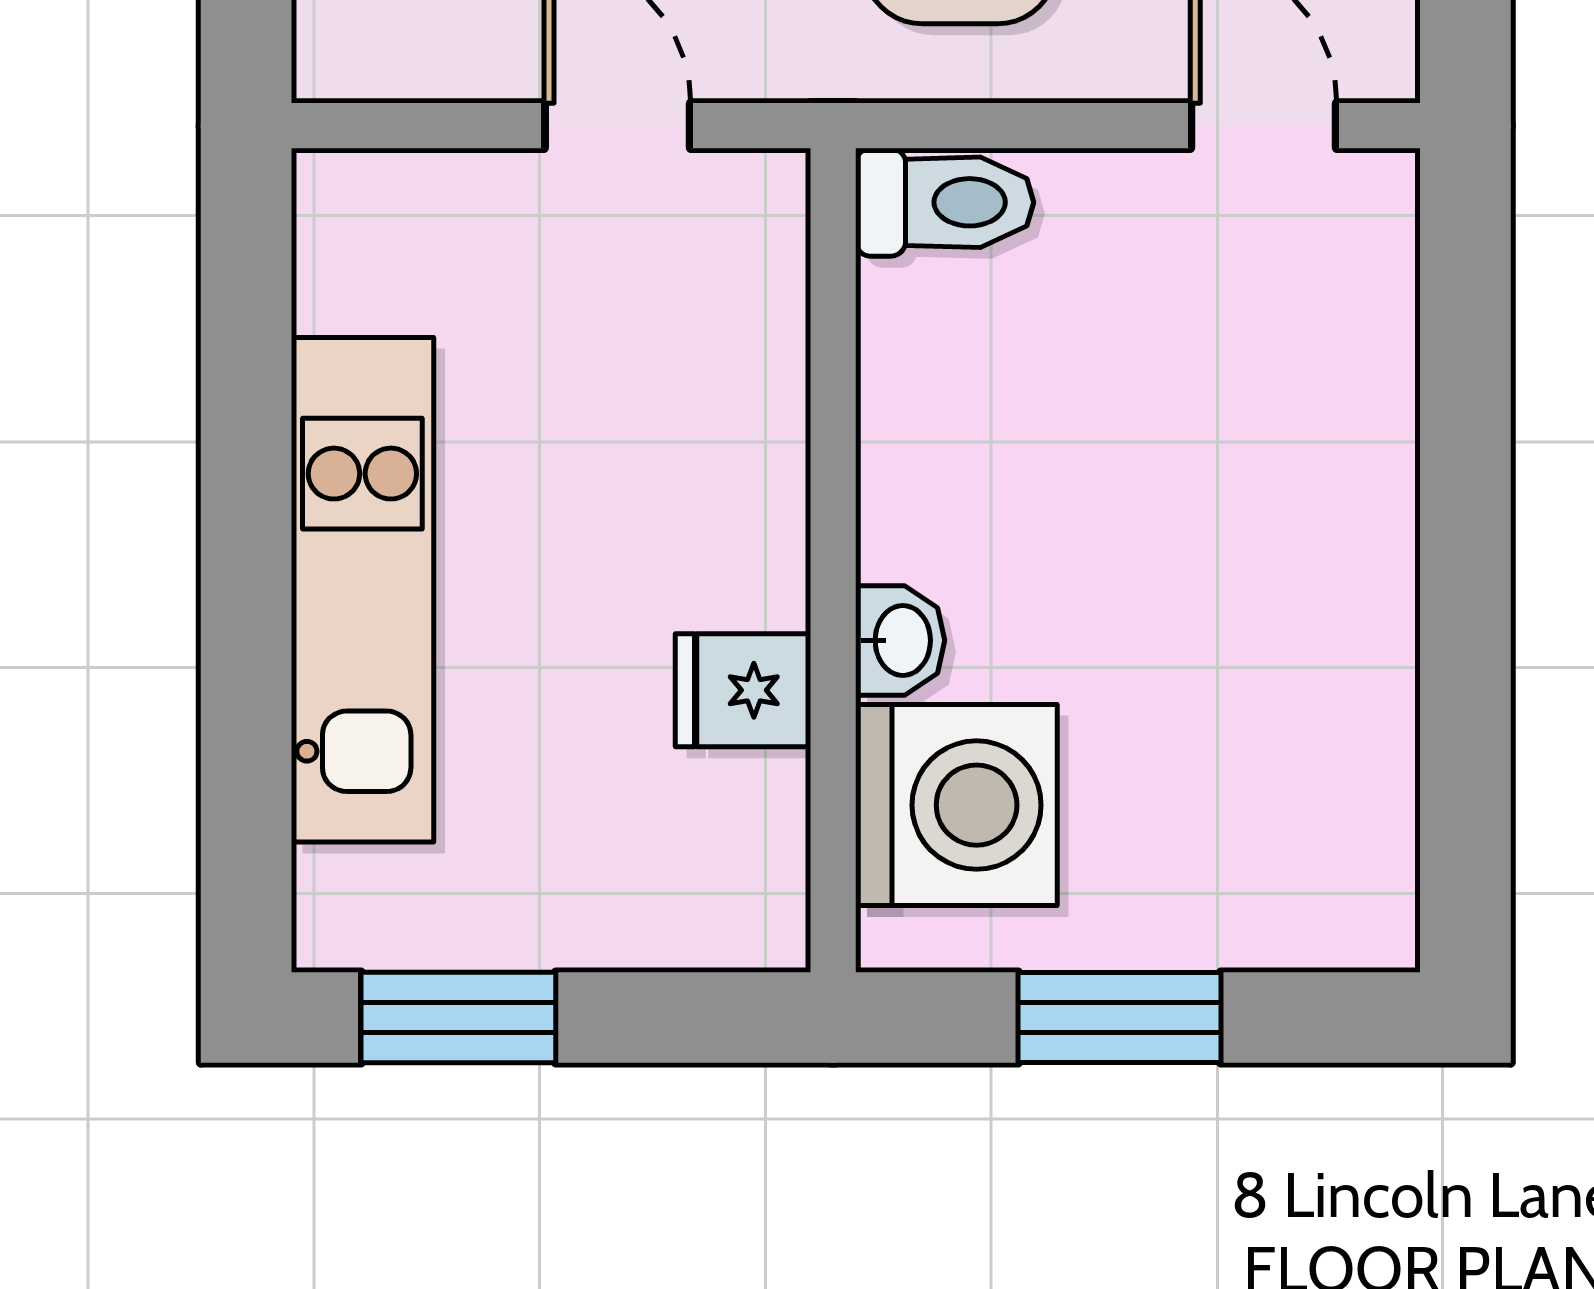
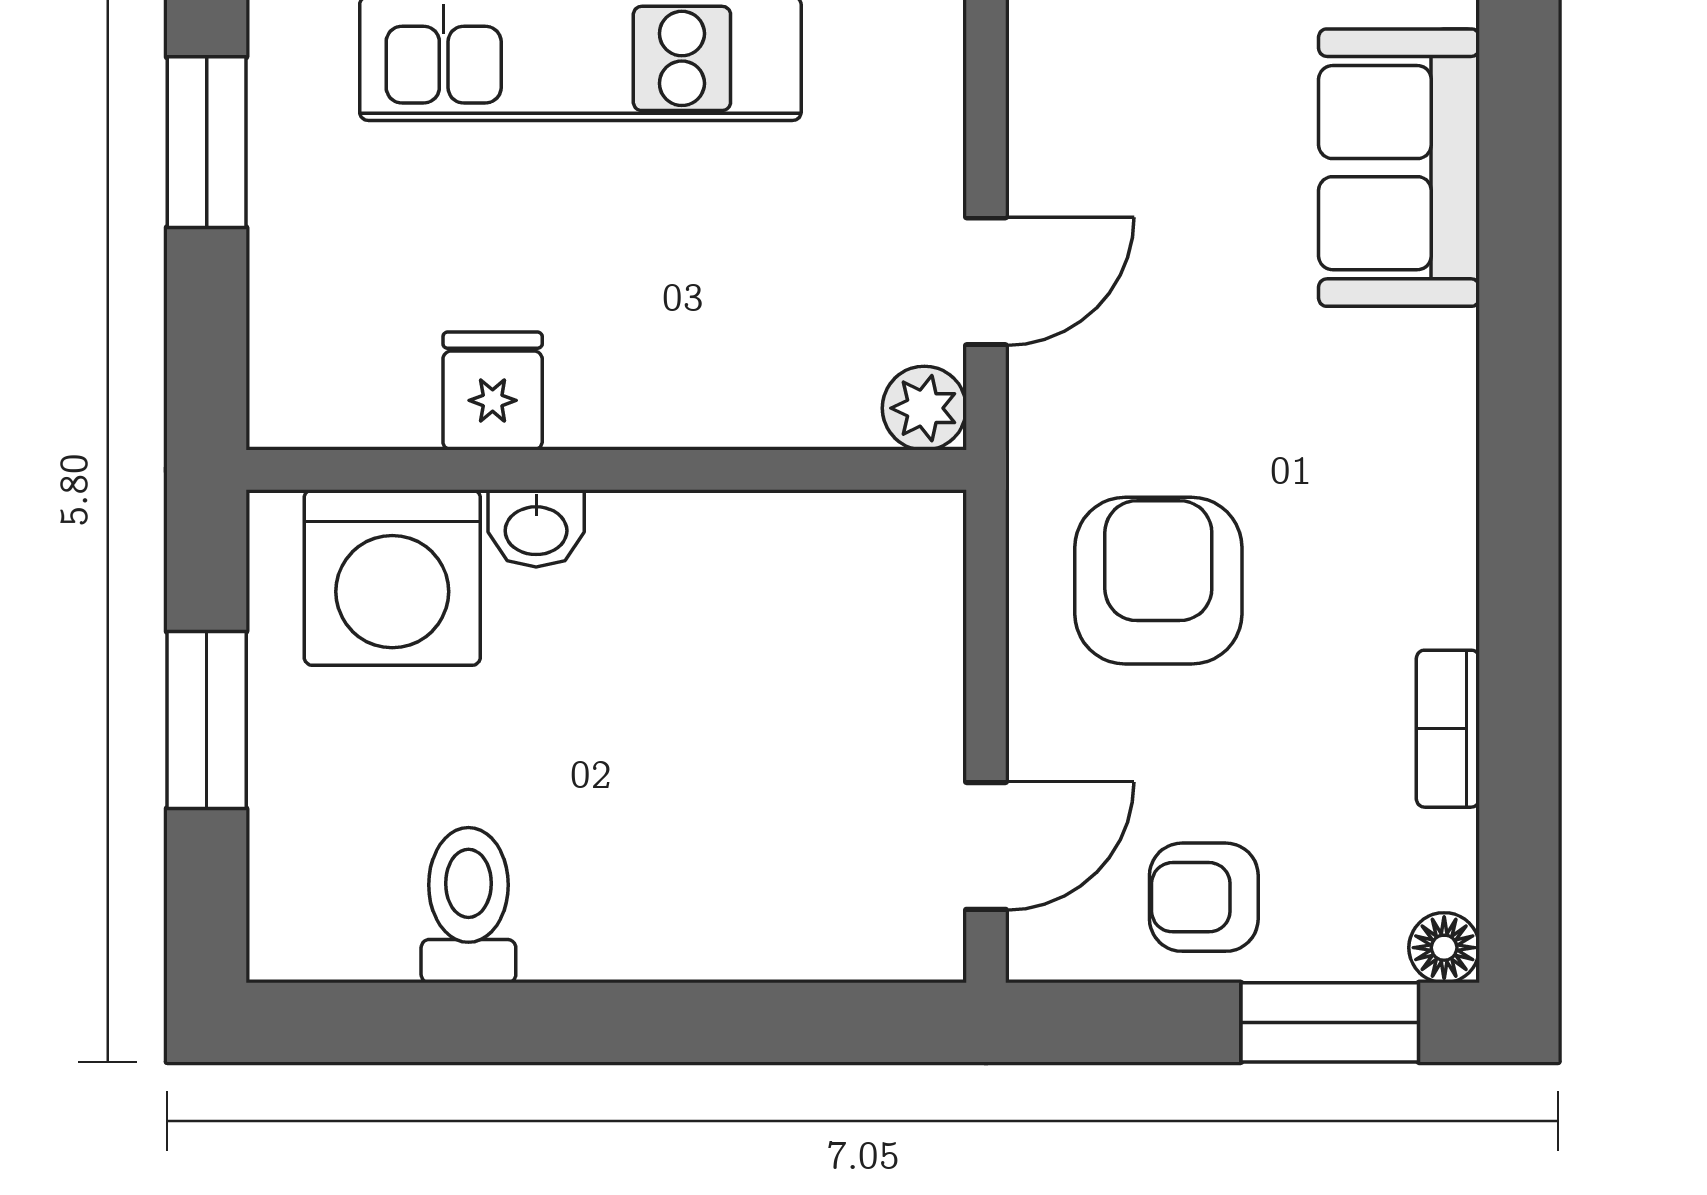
plant: (763, 196) -> (924, 408), added
toilet: (945, 202) -> (468, 905), moved, turned 180

